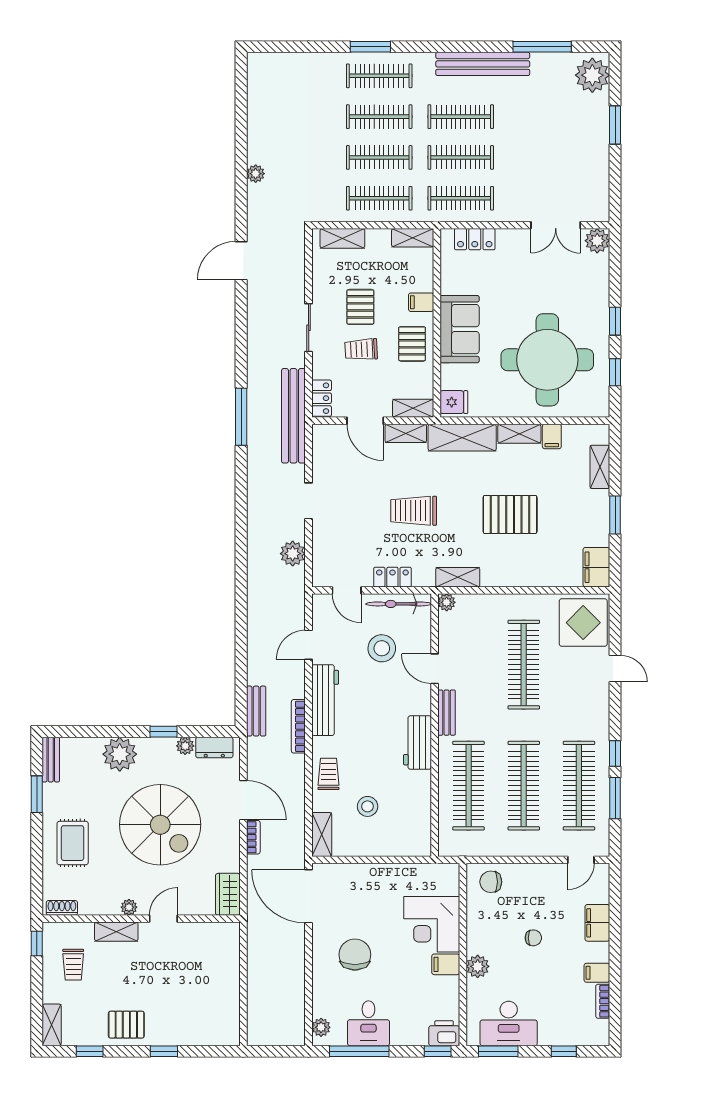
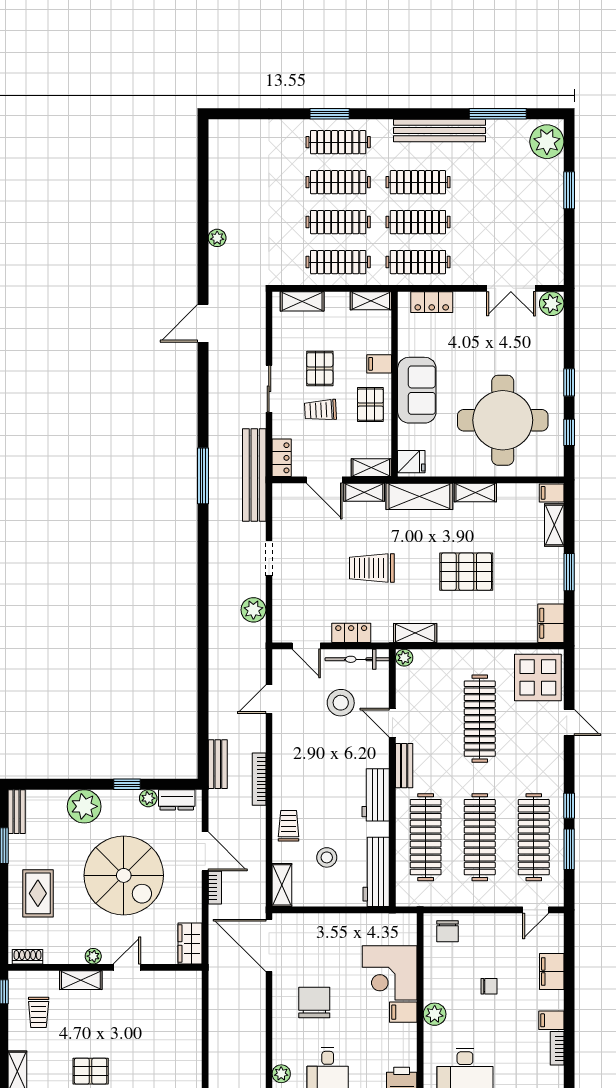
filing cabinet: (552, 436) -> (552, 493), moved, turned 90
workbench: (325, 700) -> (376, 872), moved, turned 180
chair: (491, 882) -> (447, 931), turned -90

